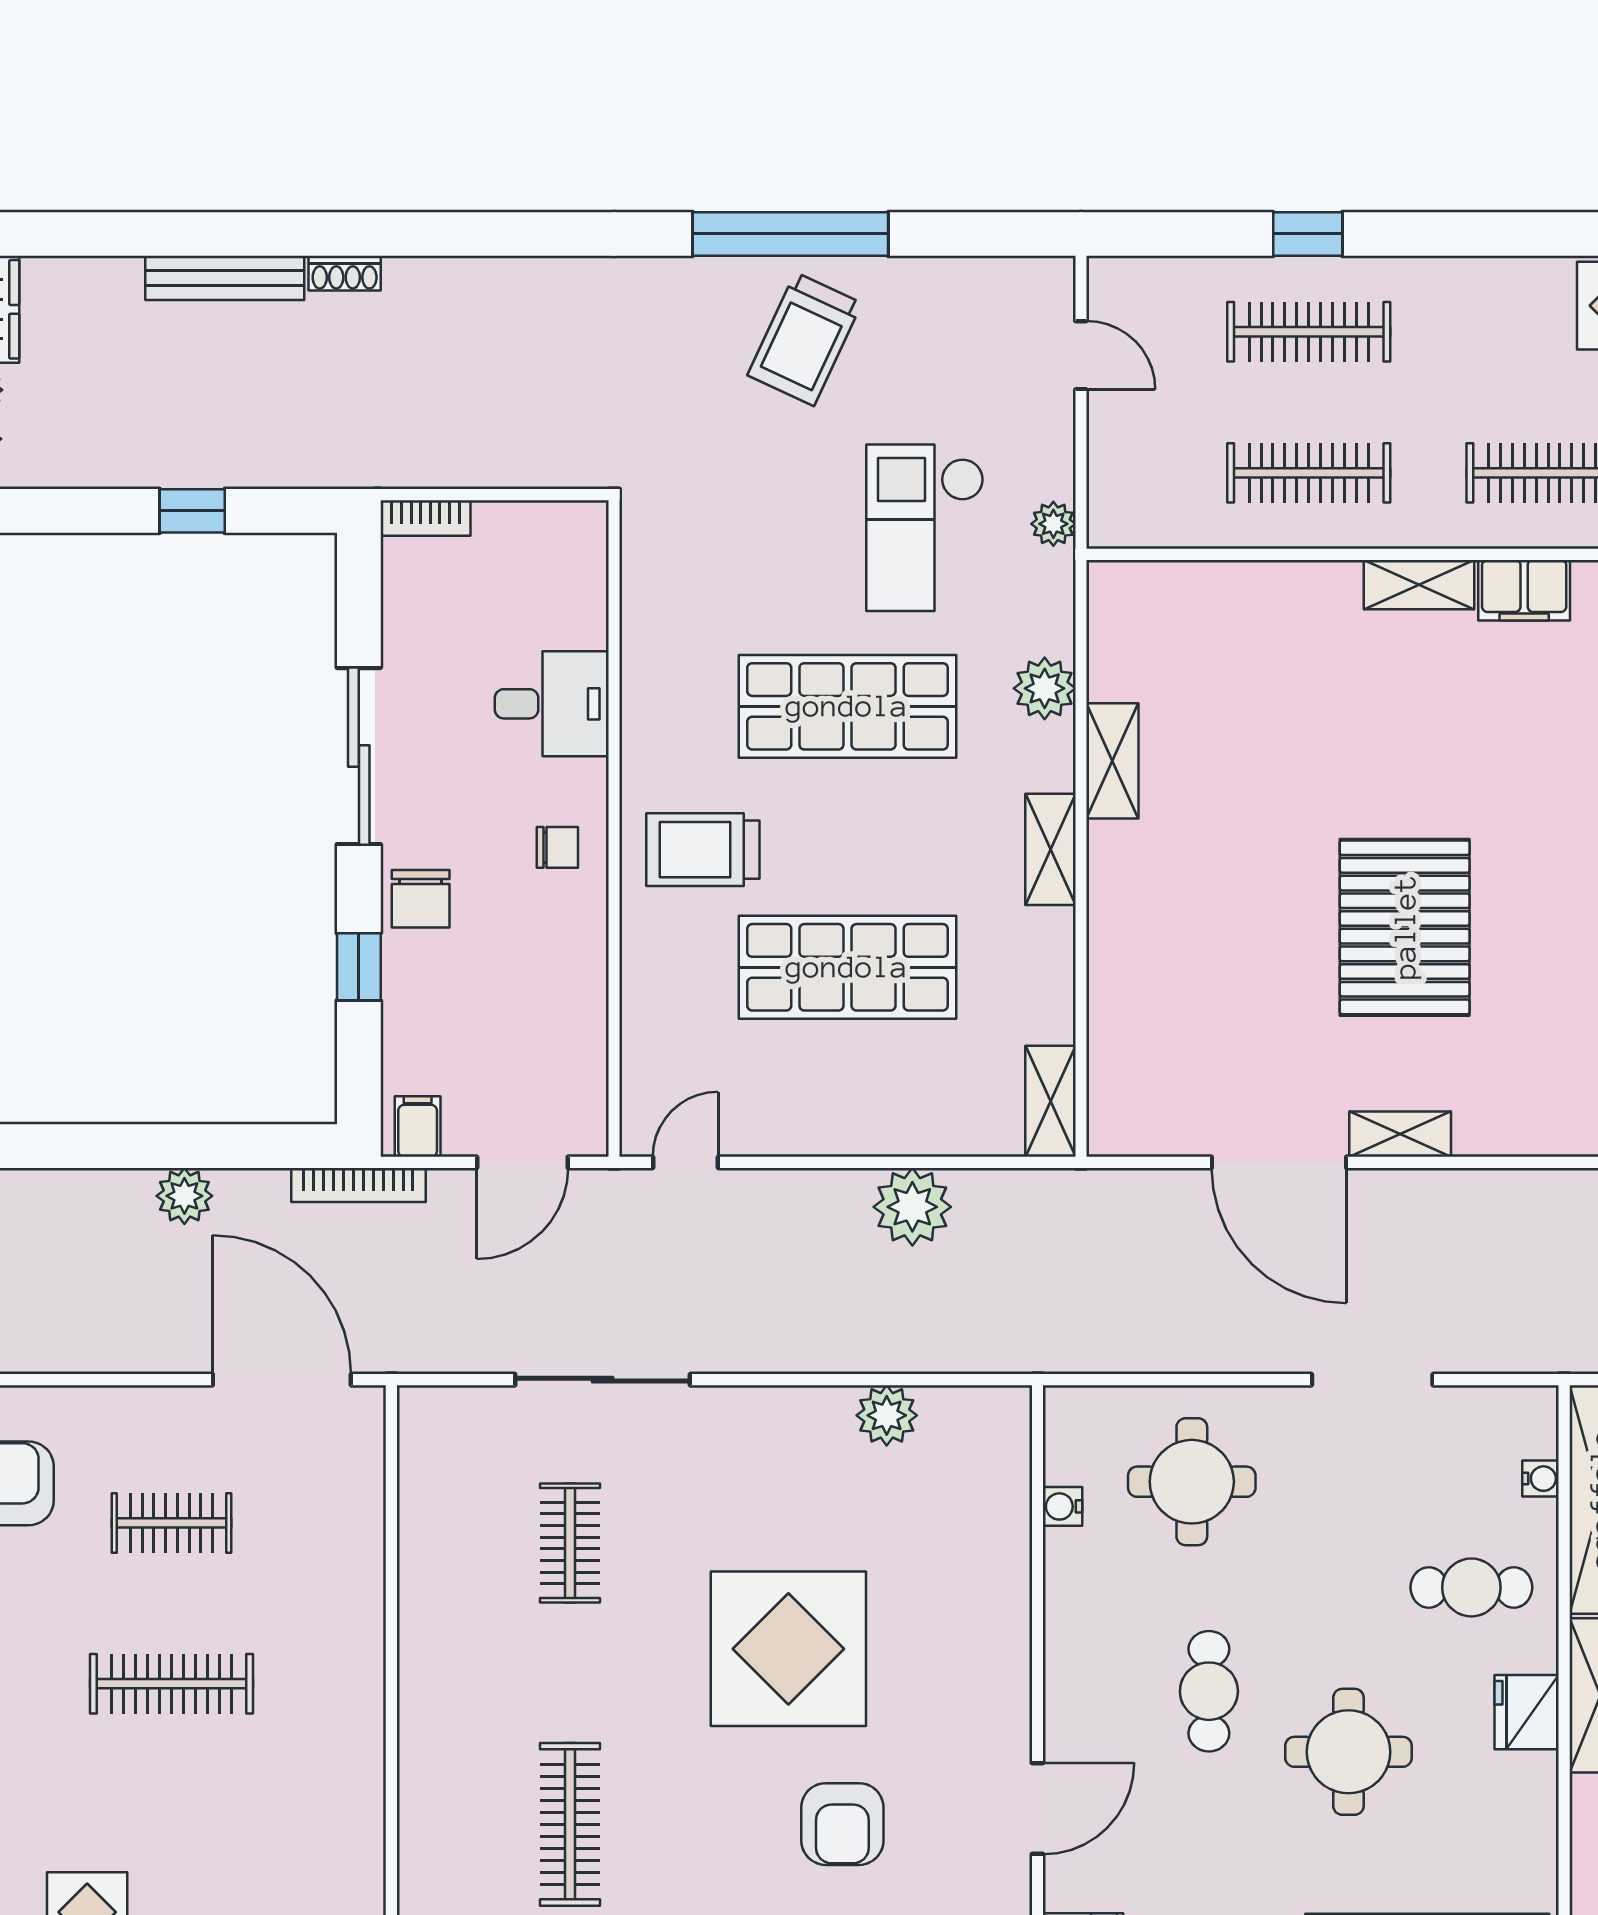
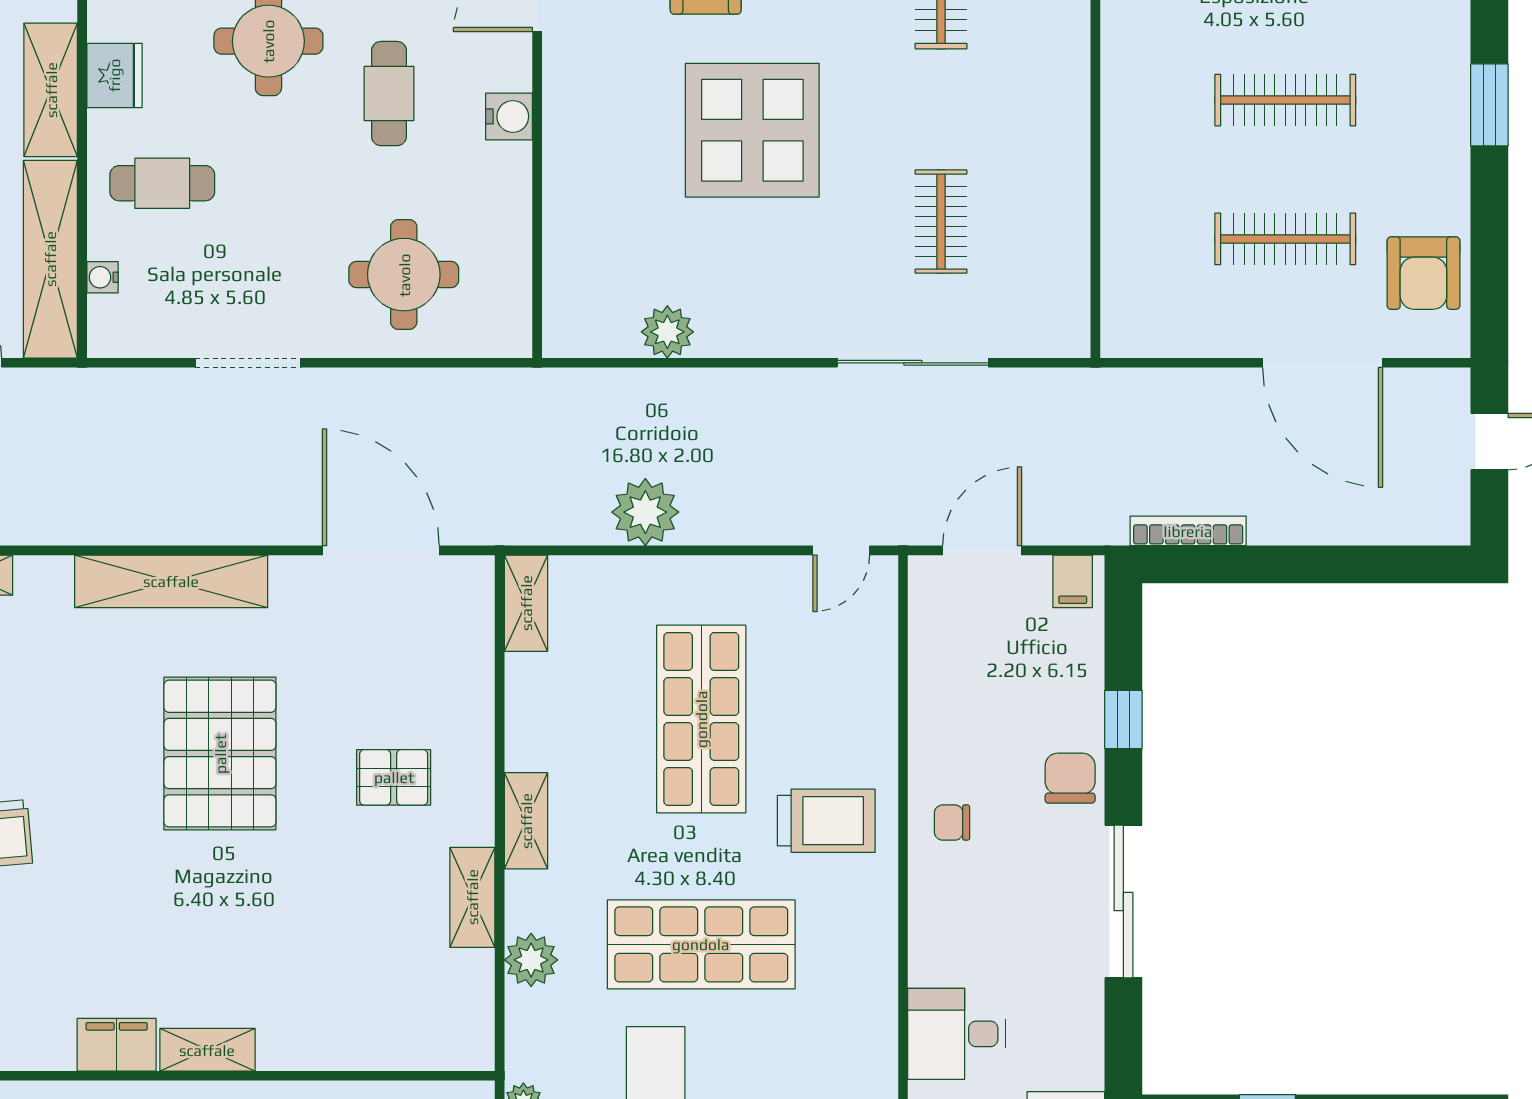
desk: (552, 704) -> (957, 1034), moved
pallet: (1204, 900) -> (394, 777), added
shop shelf: (847, 967) -> (701, 719), turned 90
shelving: (1400, 1134) -> (171, 581), width x2.20, depth x1.33
door: (1279, 1162) -> (381, 550), moved
bookcase: (358, 1185) -> (1188, 531), moved
plant: (184, 1196) -> (1274, 521), removed
door: (282, 1380) -> (1323, 363), moved
water cooler: (1062, 1506) -> (509, 116), moved, width x1.38, depth x1.38
clothes rail: (172, 1523) -> (1285, 239), width x1.36

